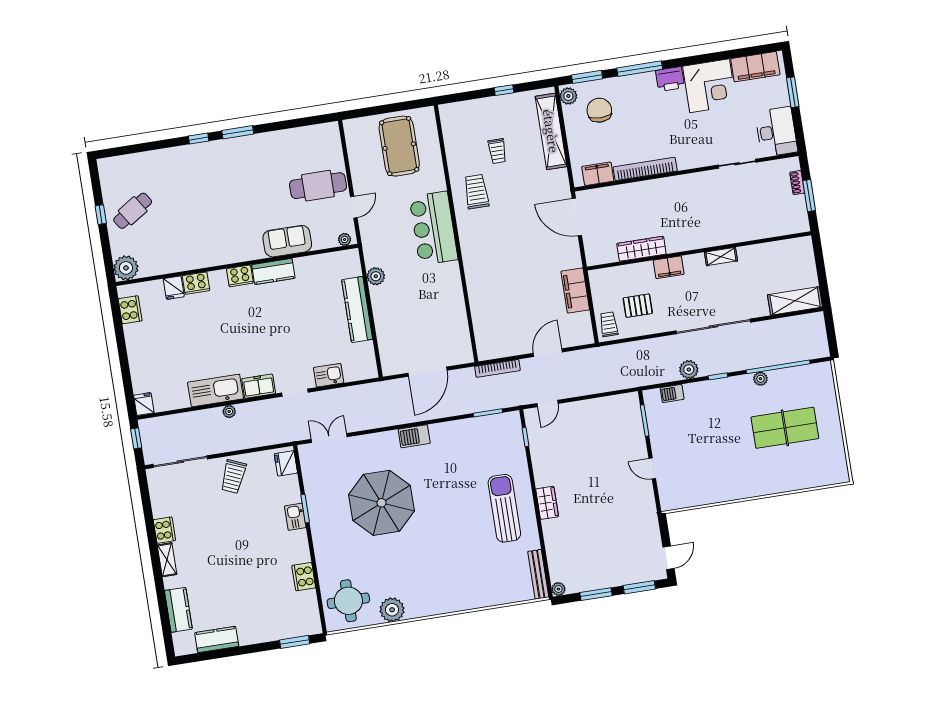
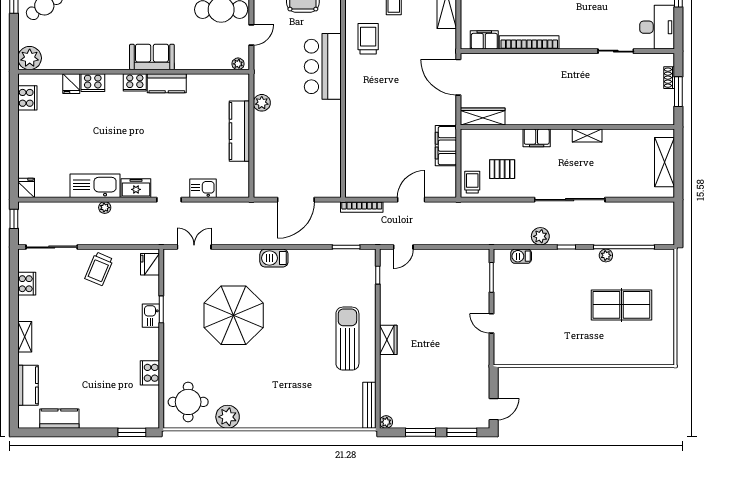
sofa: (287, 241) -> (152, 57), moved
wardrobe: (641, 249) -> (483, 116), moved
shelving: (795, 301) -> (665, 162), moved, turned 90
cooker: (164, 530) -> (27, 284), moved

